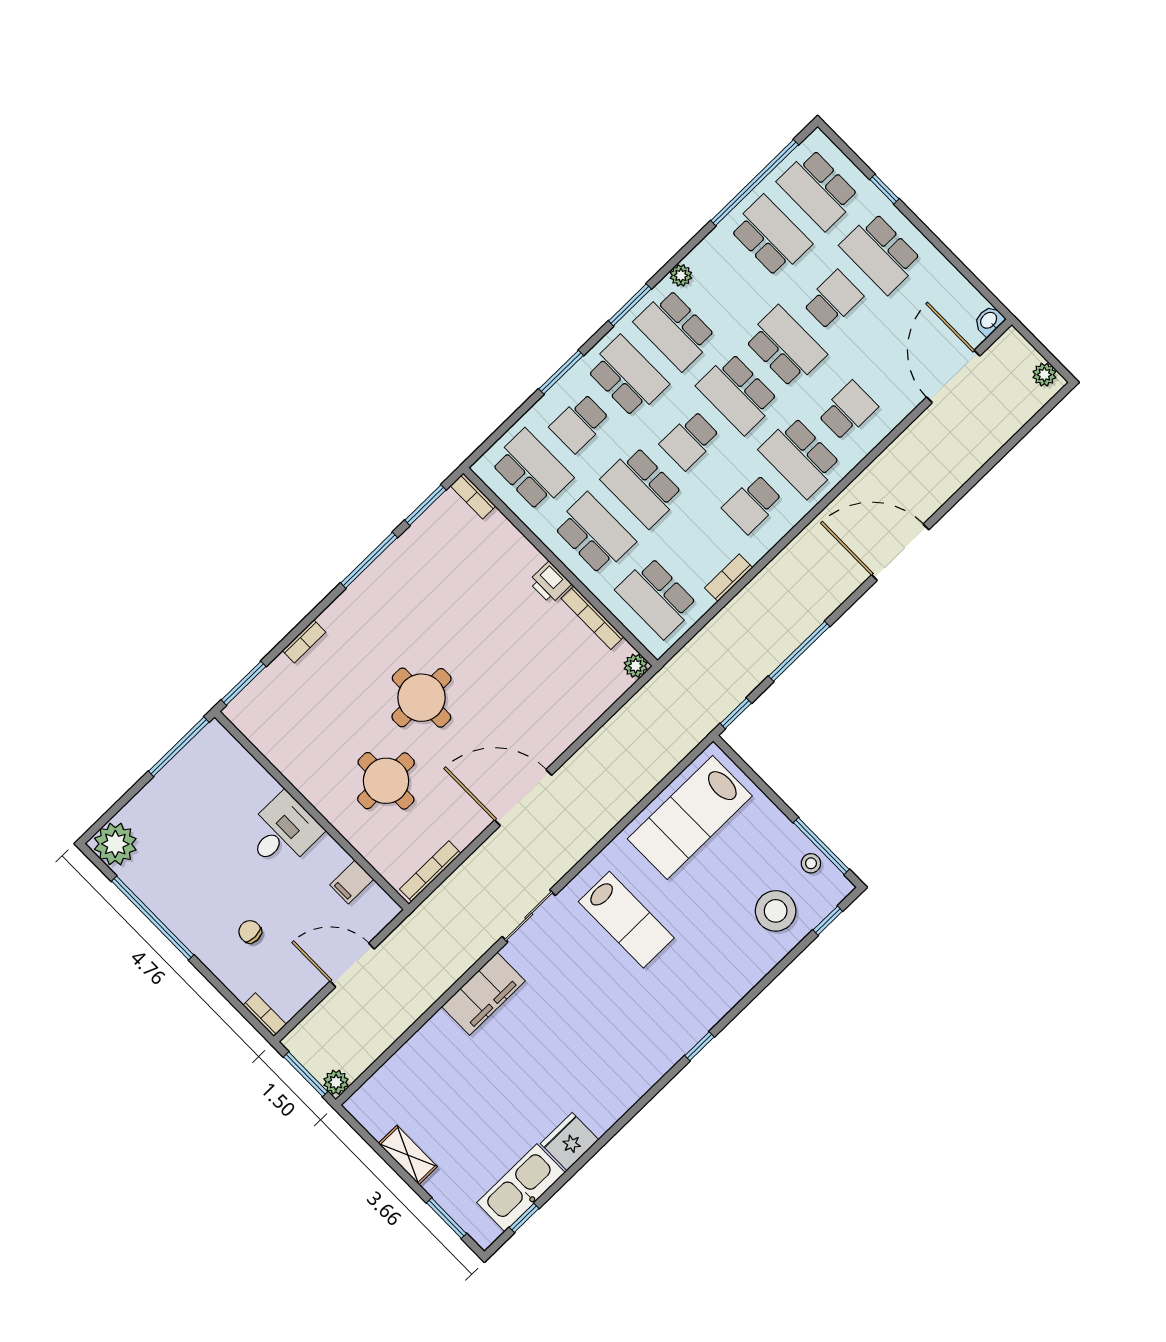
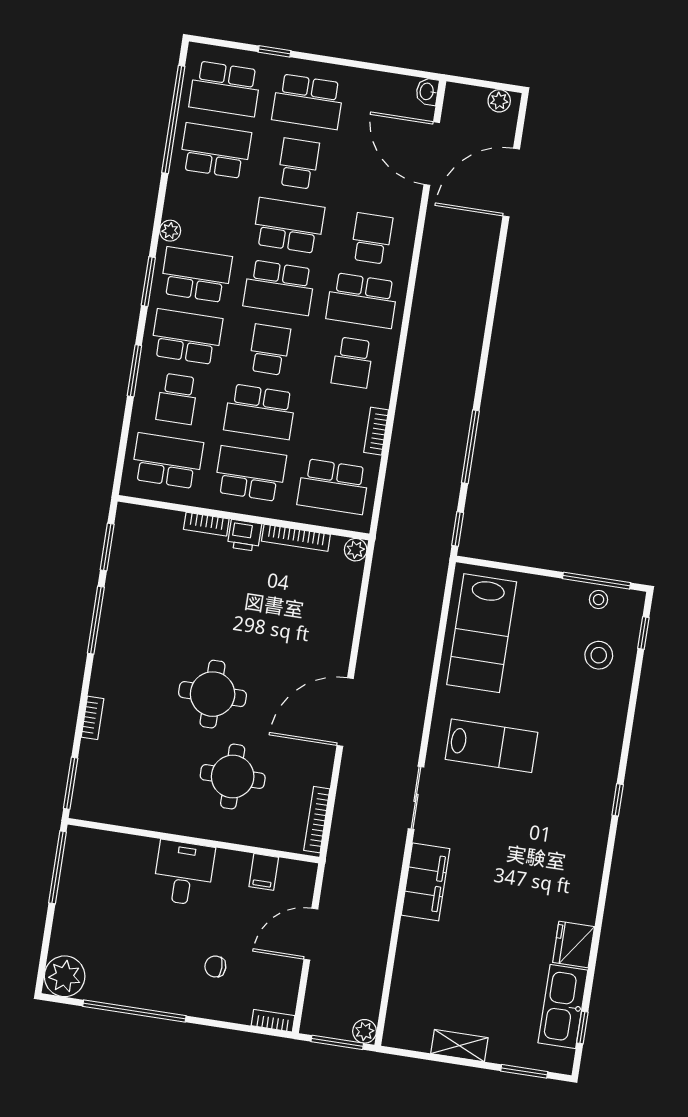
school desk: (675, 330) -> (196, 275), turned 180
school desk: (690, 440) -> (270, 350), turned 180
bookcase: (473, 496) -> (206, 524), moved
door: (900, 552) -> (511, 183), moved
stool: (776, 911) -> (599, 655), width x0.73, depth x0.73

